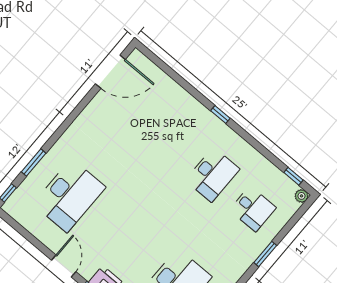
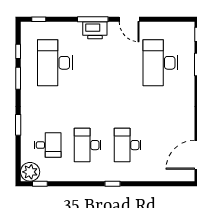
desk: (172, 141) -> (128, 145), added
plant: (301, 196) -> (30, 172), width x1.87, depth x1.87
desk: (253, 209) -> (48, 145), turned 180

